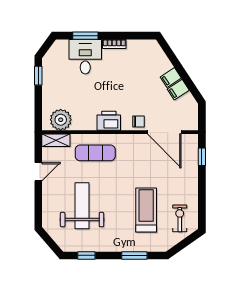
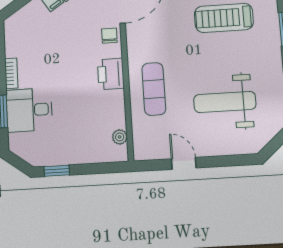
plant: (61, 120) -> (120, 137), width x0.53, depth x0.53
shelving: (56, 140) -> (140, 142), removed

